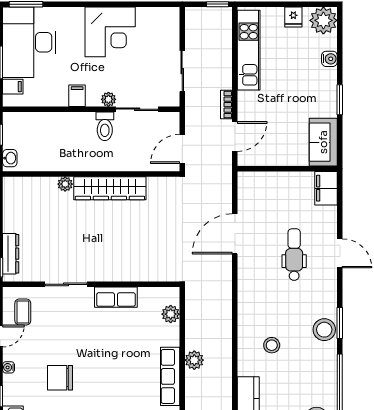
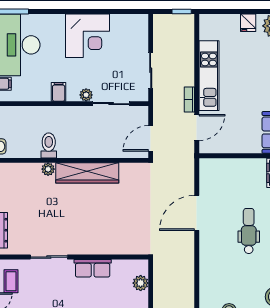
kitchen unit: (249, 50) -> (209, 76), moved
toilet: (105, 126) -> (49, 145), moved, turned 180

